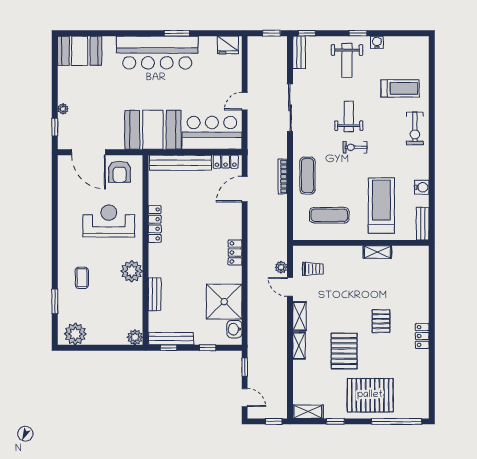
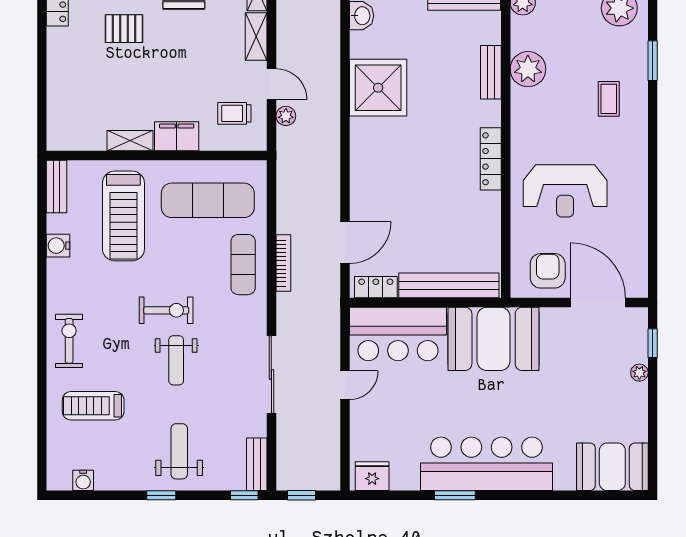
water cooler: (377, 42) -> (83, 480), moved
exercise bike: (355, 147) -> (166, 310), width x1.38, depth x1.39
exercise mat: (329, 215) -> (208, 200), width x1.36, depth x1.45
locker: (155, 224) -> (491, 159), moved
locker: (235, 252) -> (361, 140), removed
filing cabinet: (348, 255) -> (177, 136), added
plant: (132, 271) -> (528, 69), moved
shower: (224, 302) -> (378, 88), moved
pallet: (381, 321) -> (124, 29), turned 90

